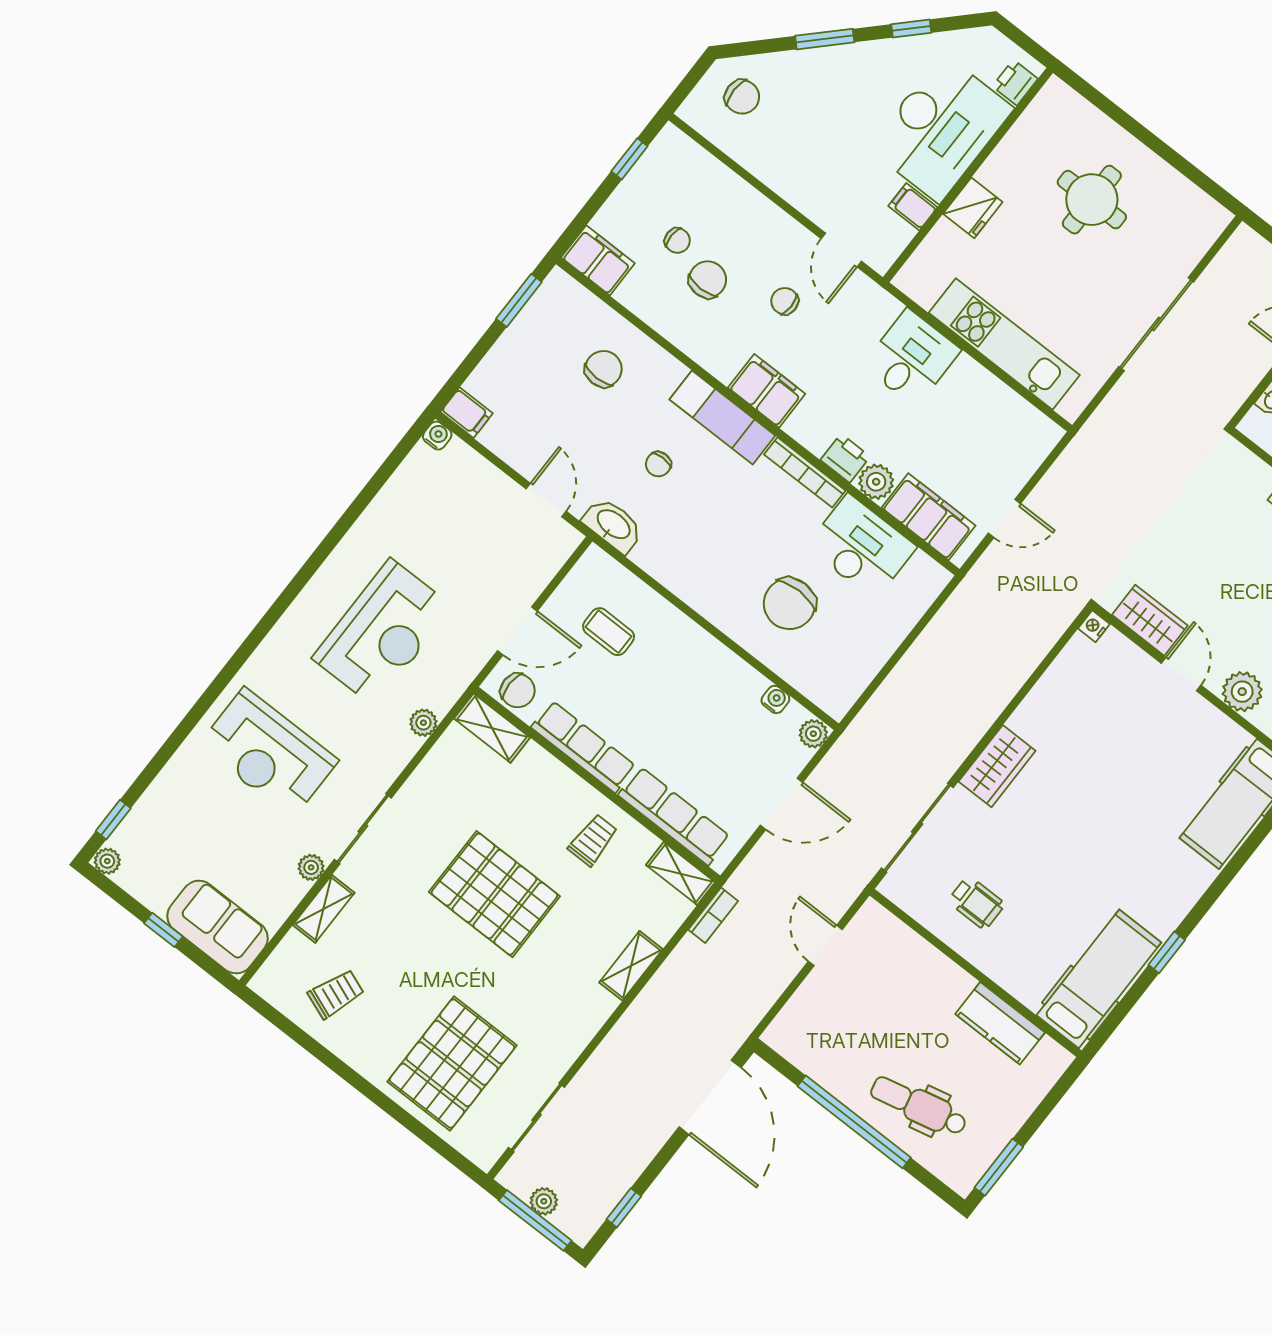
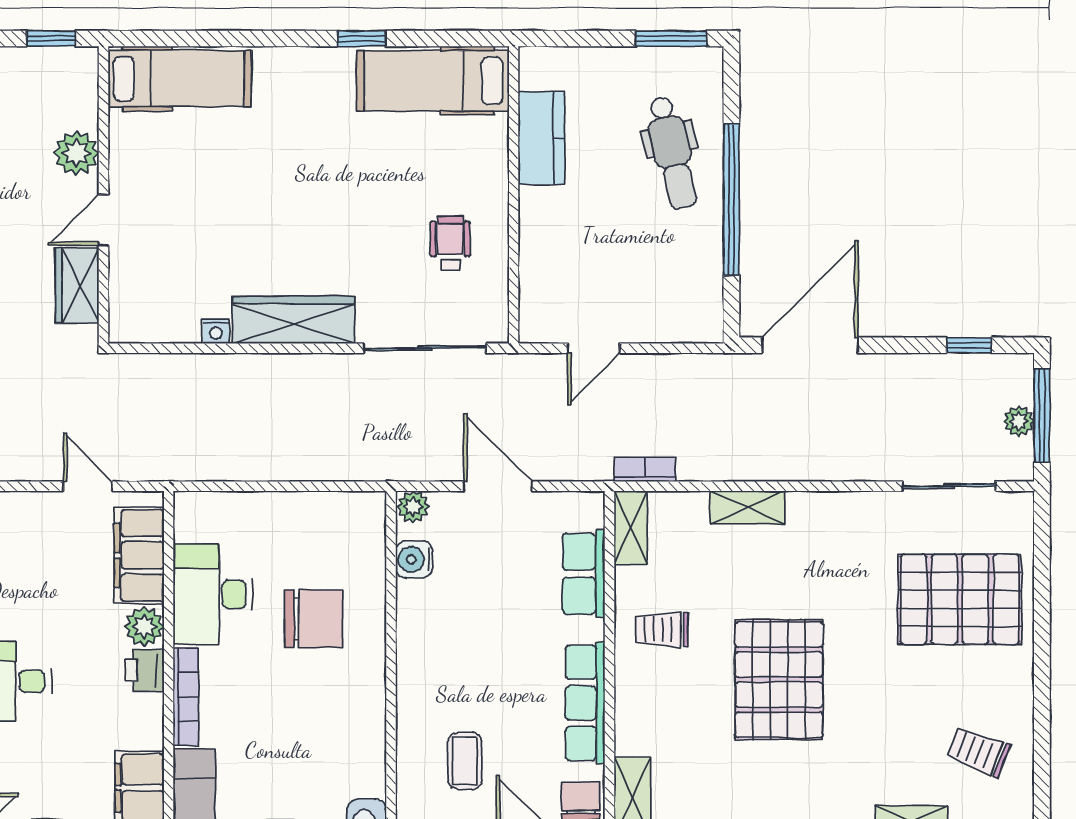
nightstand: (1094, 626) -> (216, 331), moved
water cooler: (775, 699) -> (414, 559), width x1.38, depth x1.38
wardrobe: (997, 766) -> (294, 320), width x1.50
row of seats: (674, 816) -> (584, 574), width x0.68

